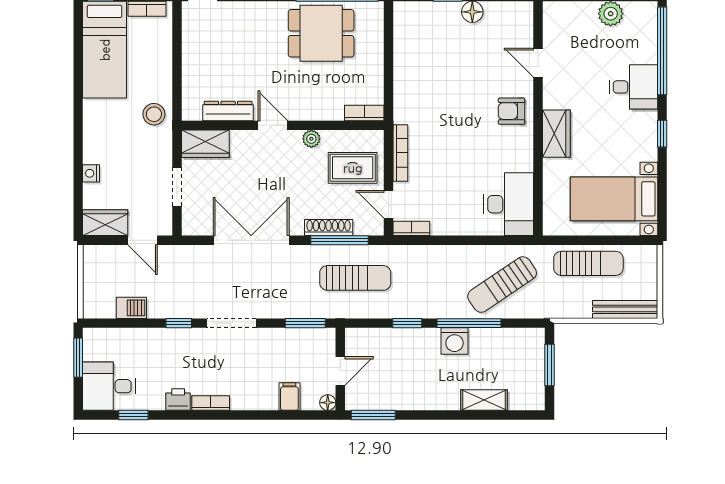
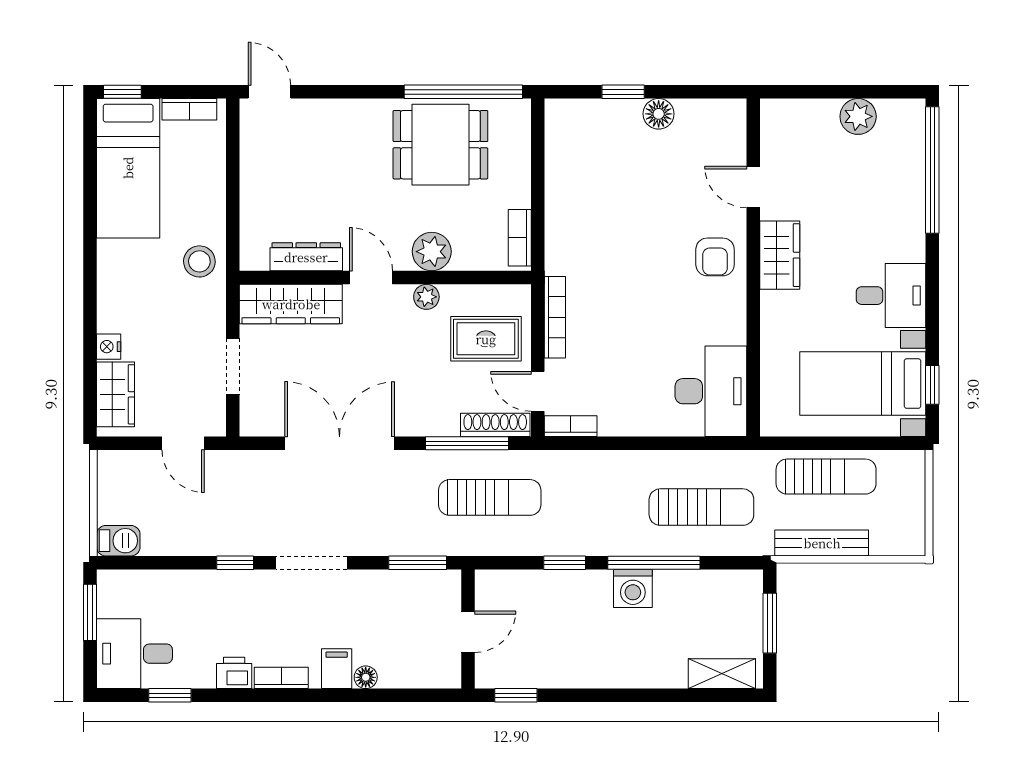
desk: (634, 87) -> (891, 296), moved
plant: (315, 107) -> (432, 252), added
armchair: (511, 111) -> (715, 257), turned -90
bookcase: (364, 113) -> (520, 238), moved, turned -90
wardrobe: (556, 134) -> (780, 255), moved
window: (662, 134) -> (932, 385), moved
wardrobe: (205, 144) -> (291, 304), width x1.50
wardrobe: (105, 223) -> (116, 394), moved, turned 90
shoe rack: (329, 228) -> (495, 425), moved
sun lounger: (502, 285) -> (701, 507), turned -146
barbecue: (131, 308) -> (118, 541), moved
bench: (625, 309) -> (822, 543), moved
filing cabinet: (289, 397) -> (337, 669), moved
shelving: (484, 400) -> (722, 674), moved
floor lamp: (328, 403) -> (366, 677), moved
window: (373, 415) -> (516, 695), width x0.67

